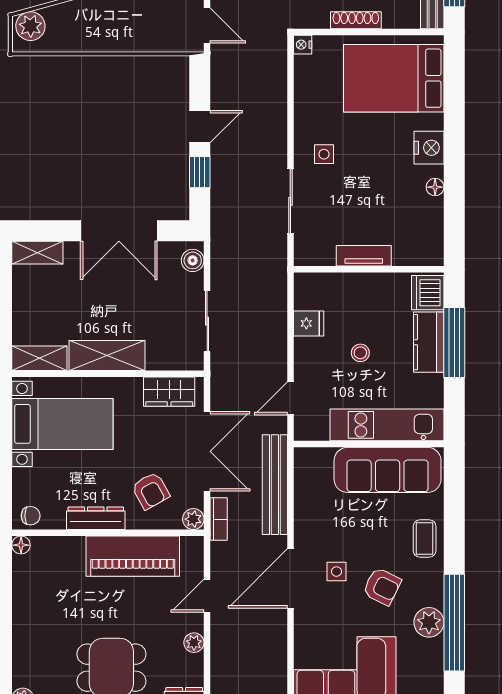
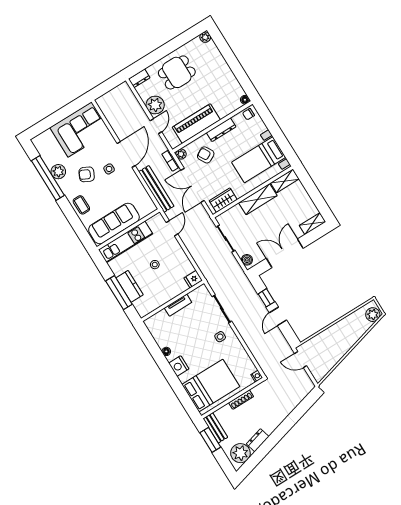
dishwasher: (428, 293) -> (142, 306), removed
fridge: (309, 323) -> (193, 279), moved
plant: (194, 643) -> (155, 105), width x1.88, depth x1.88

